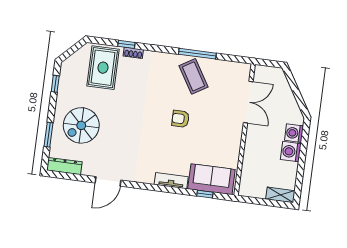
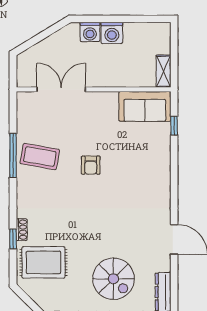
coffee table: (194, 76) -> (40, 157), turned 41
sofa: (211, 179) -> (145, 106), moved, turned -90
tv unit: (171, 181) -> (163, 166), removed
shelving: (280, 195) -> (163, 71), moved

